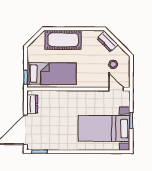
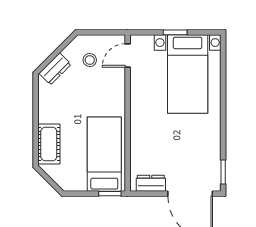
cot: (63, 40) -> (49, 144), width x0.73, depth x0.75

